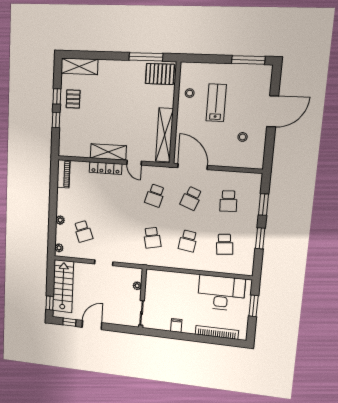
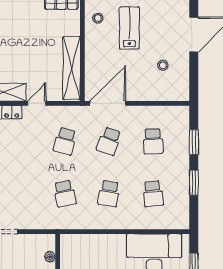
door: (134, 163) -> (37, 103), swing flipped
door: (193, 167) -> (108, 103), hinge flipped

